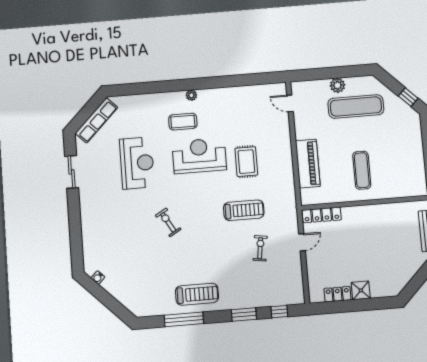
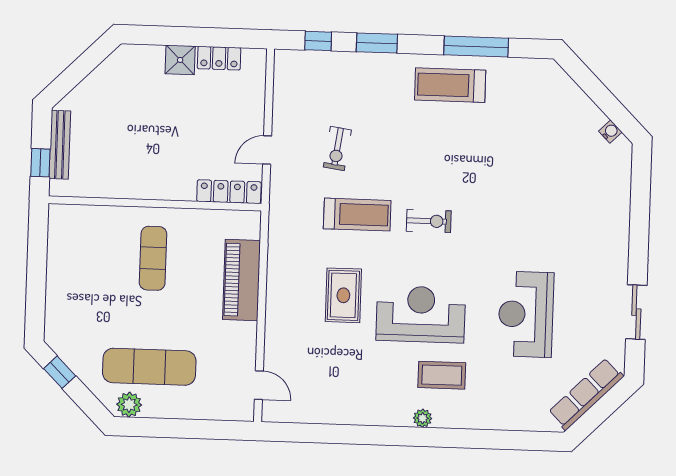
plant: (338, 85) -> (129, 405), moved
reception desk: (199, 156) -> (421, 314), turned 180
treadmill: (244, 210) -> (357, 215), turned 180
exercise bike: (168, 222) -> (429, 221), moved, turned -60

